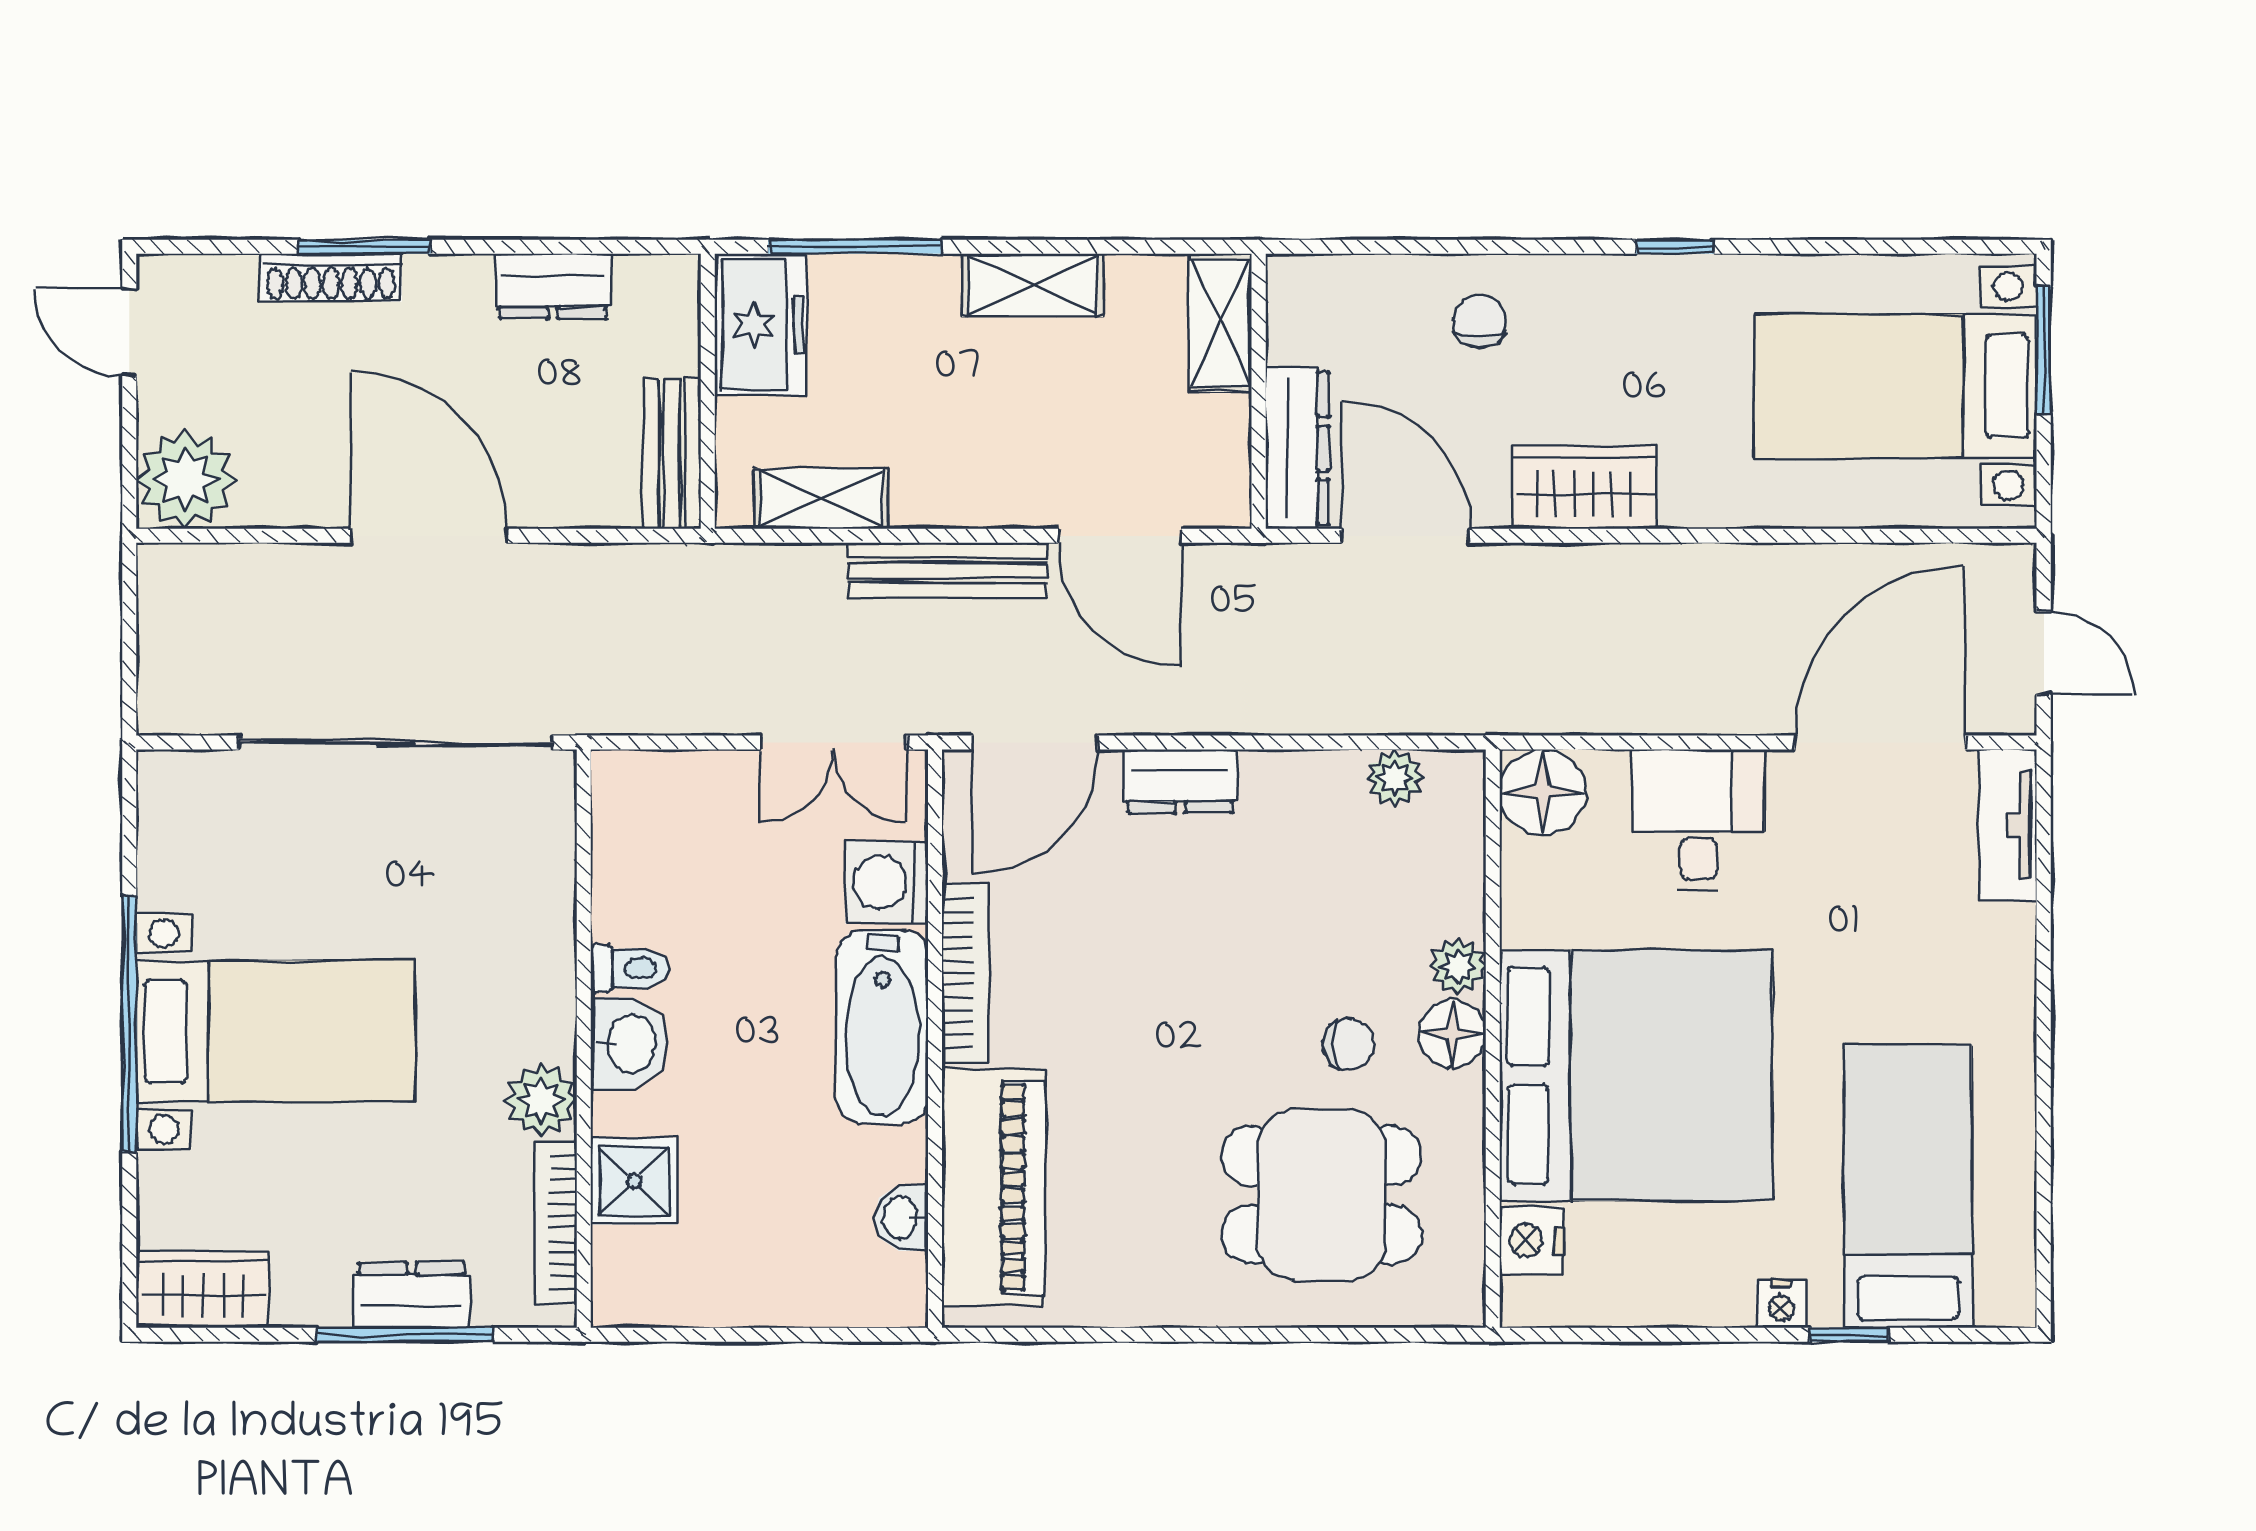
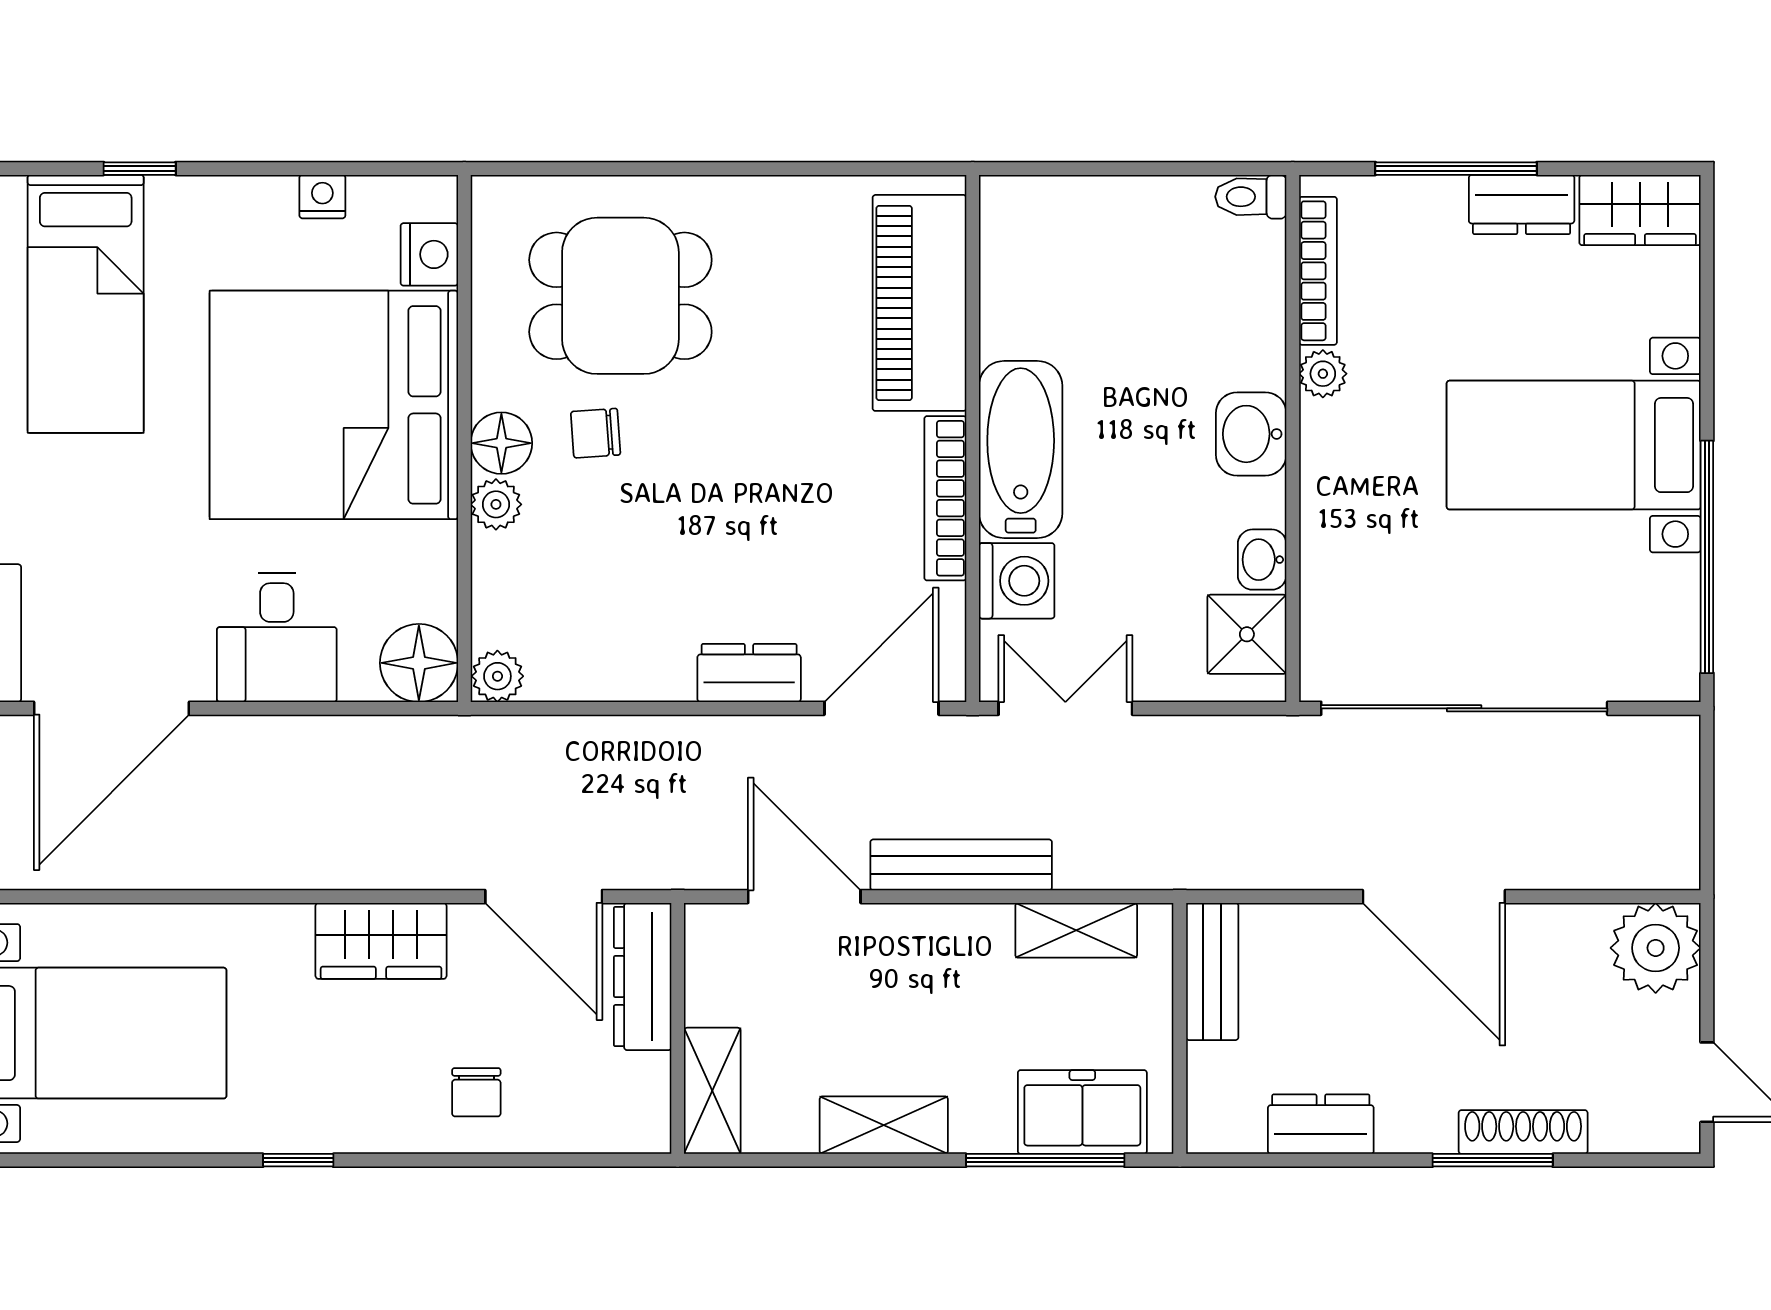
freezer: (761, 324) -> (1082, 1112), moved, turned 90
plant: (1395, 778) -> (497, 676), moved
toilet: (630, 968) -> (1251, 197), moved
window: (129, 1025) -> (1707, 557), moved
plant: (541, 1100) -> (1323, 374), width x0.73, depth x0.73
shower: (634, 1181) -> (1247, 634), moved
washbasin: (901, 1218) -> (1262, 560), moved, turned 180
dresser: (412, 1295) -> (1522, 205), moved
nightstand: (1781, 1304) -> (322, 197), moved

